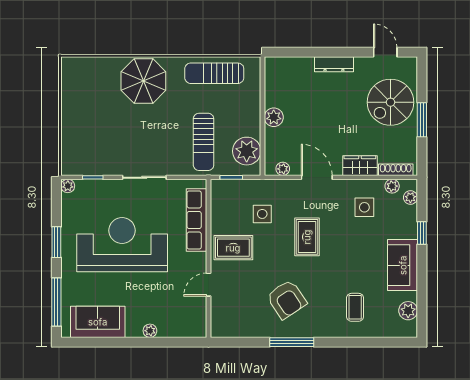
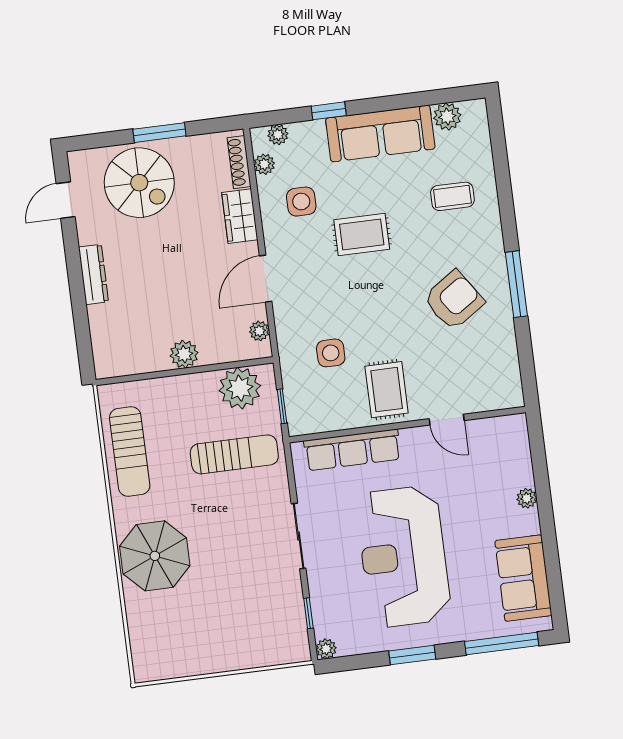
rug: (307, 237) -> (362, 235), moved
sofa: (403, 265) -> (380, 134), width x1.36

